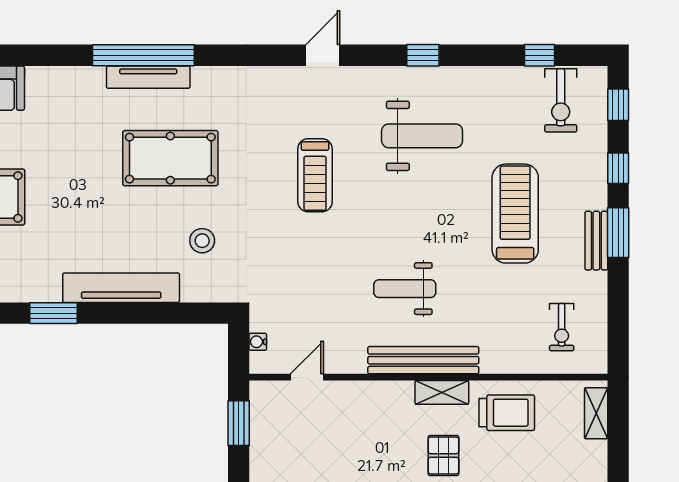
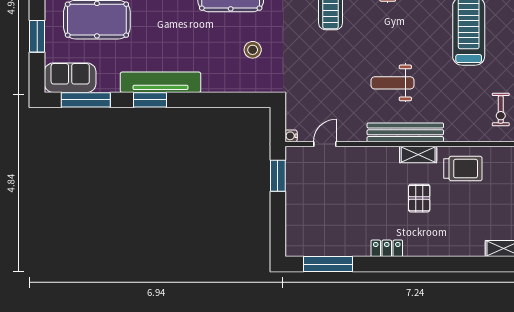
tv unit: (121, 288) -> (160, 82), moved
water cooler: (258, 342) -> (291, 136), moved

